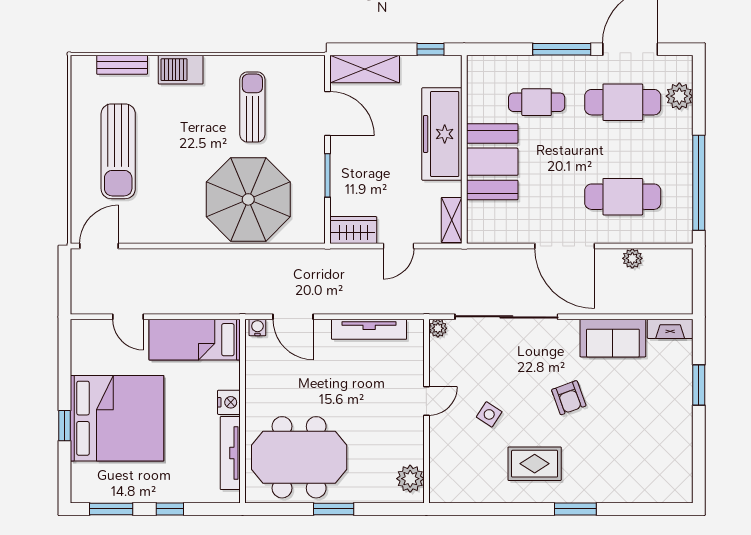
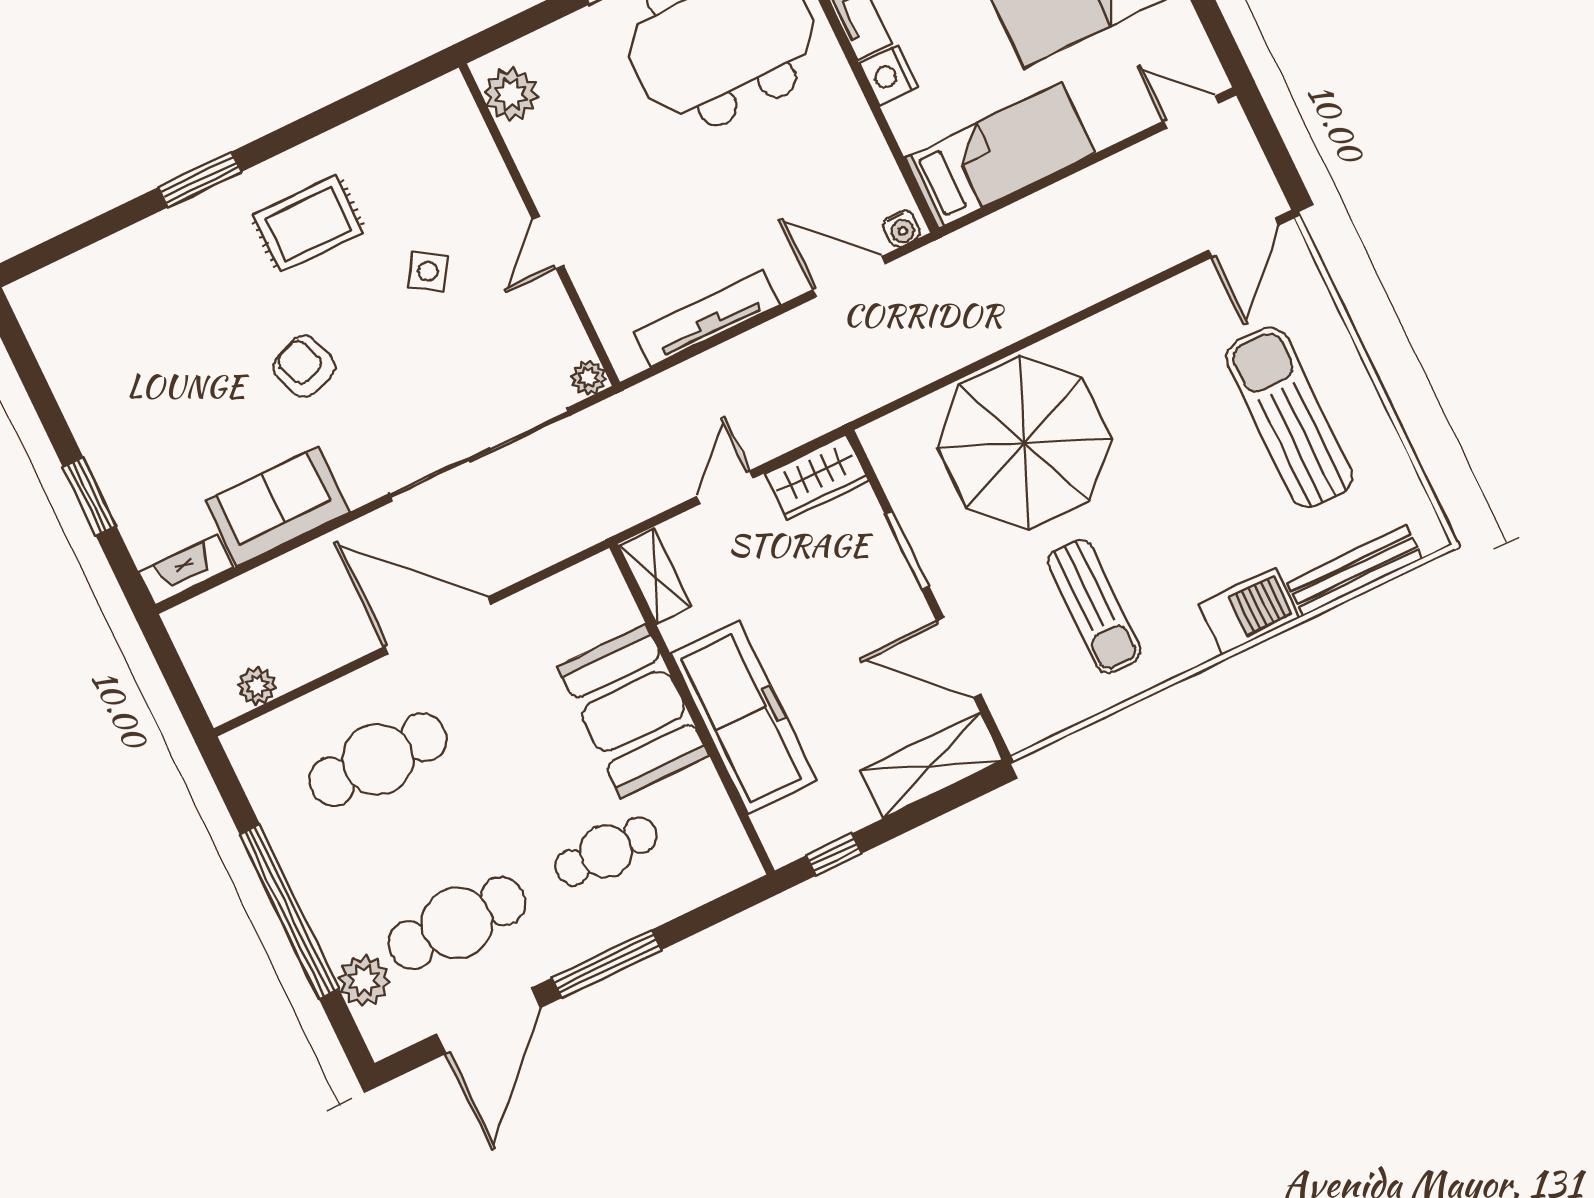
bench: (122, 65) -> (1355, 571), width x1.36
window: (699, 183) -> (289, 912), moved
plant: (632, 258) -> (257, 686), moved
door: (128, 317) -> (1191, 112), moved

